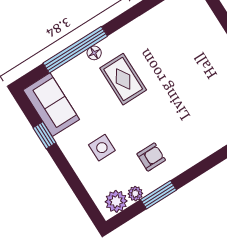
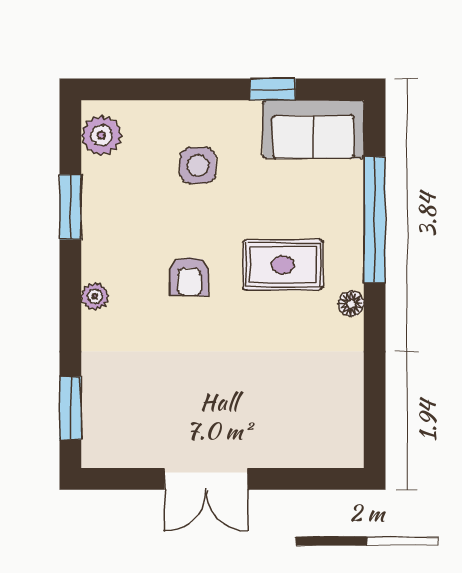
floor lamp: (94, 53) -> (351, 304), moved
armchair: (151, 157) -> (189, 277), moved
plant: (135, 194) -> (95, 296), moved

